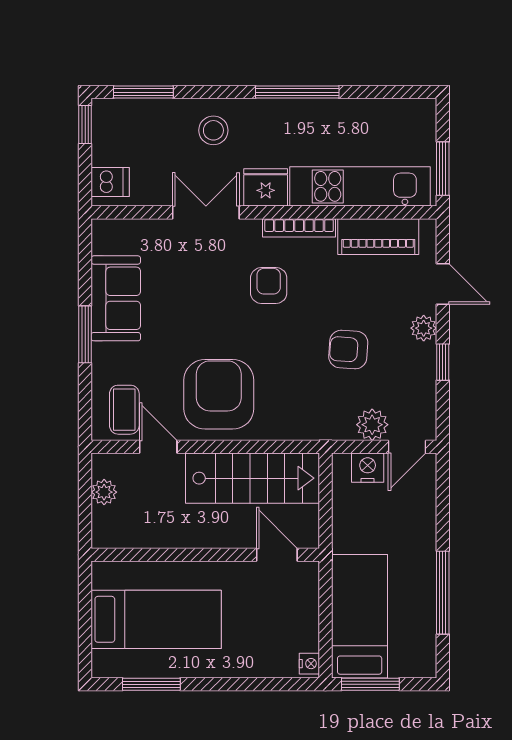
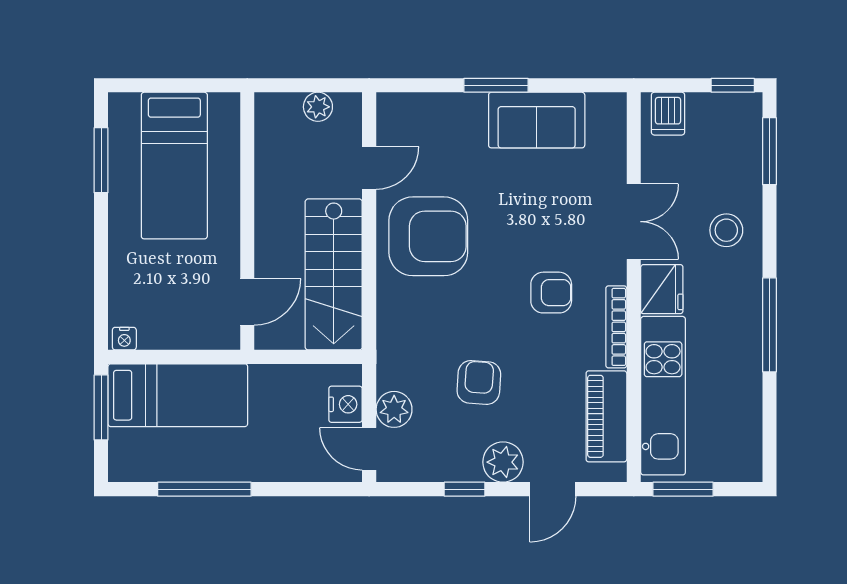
plant: (424, 328) -> (503, 462), width x1.38, depth x1.38
coffee table: (124, 410) -> (411, 130), removed

